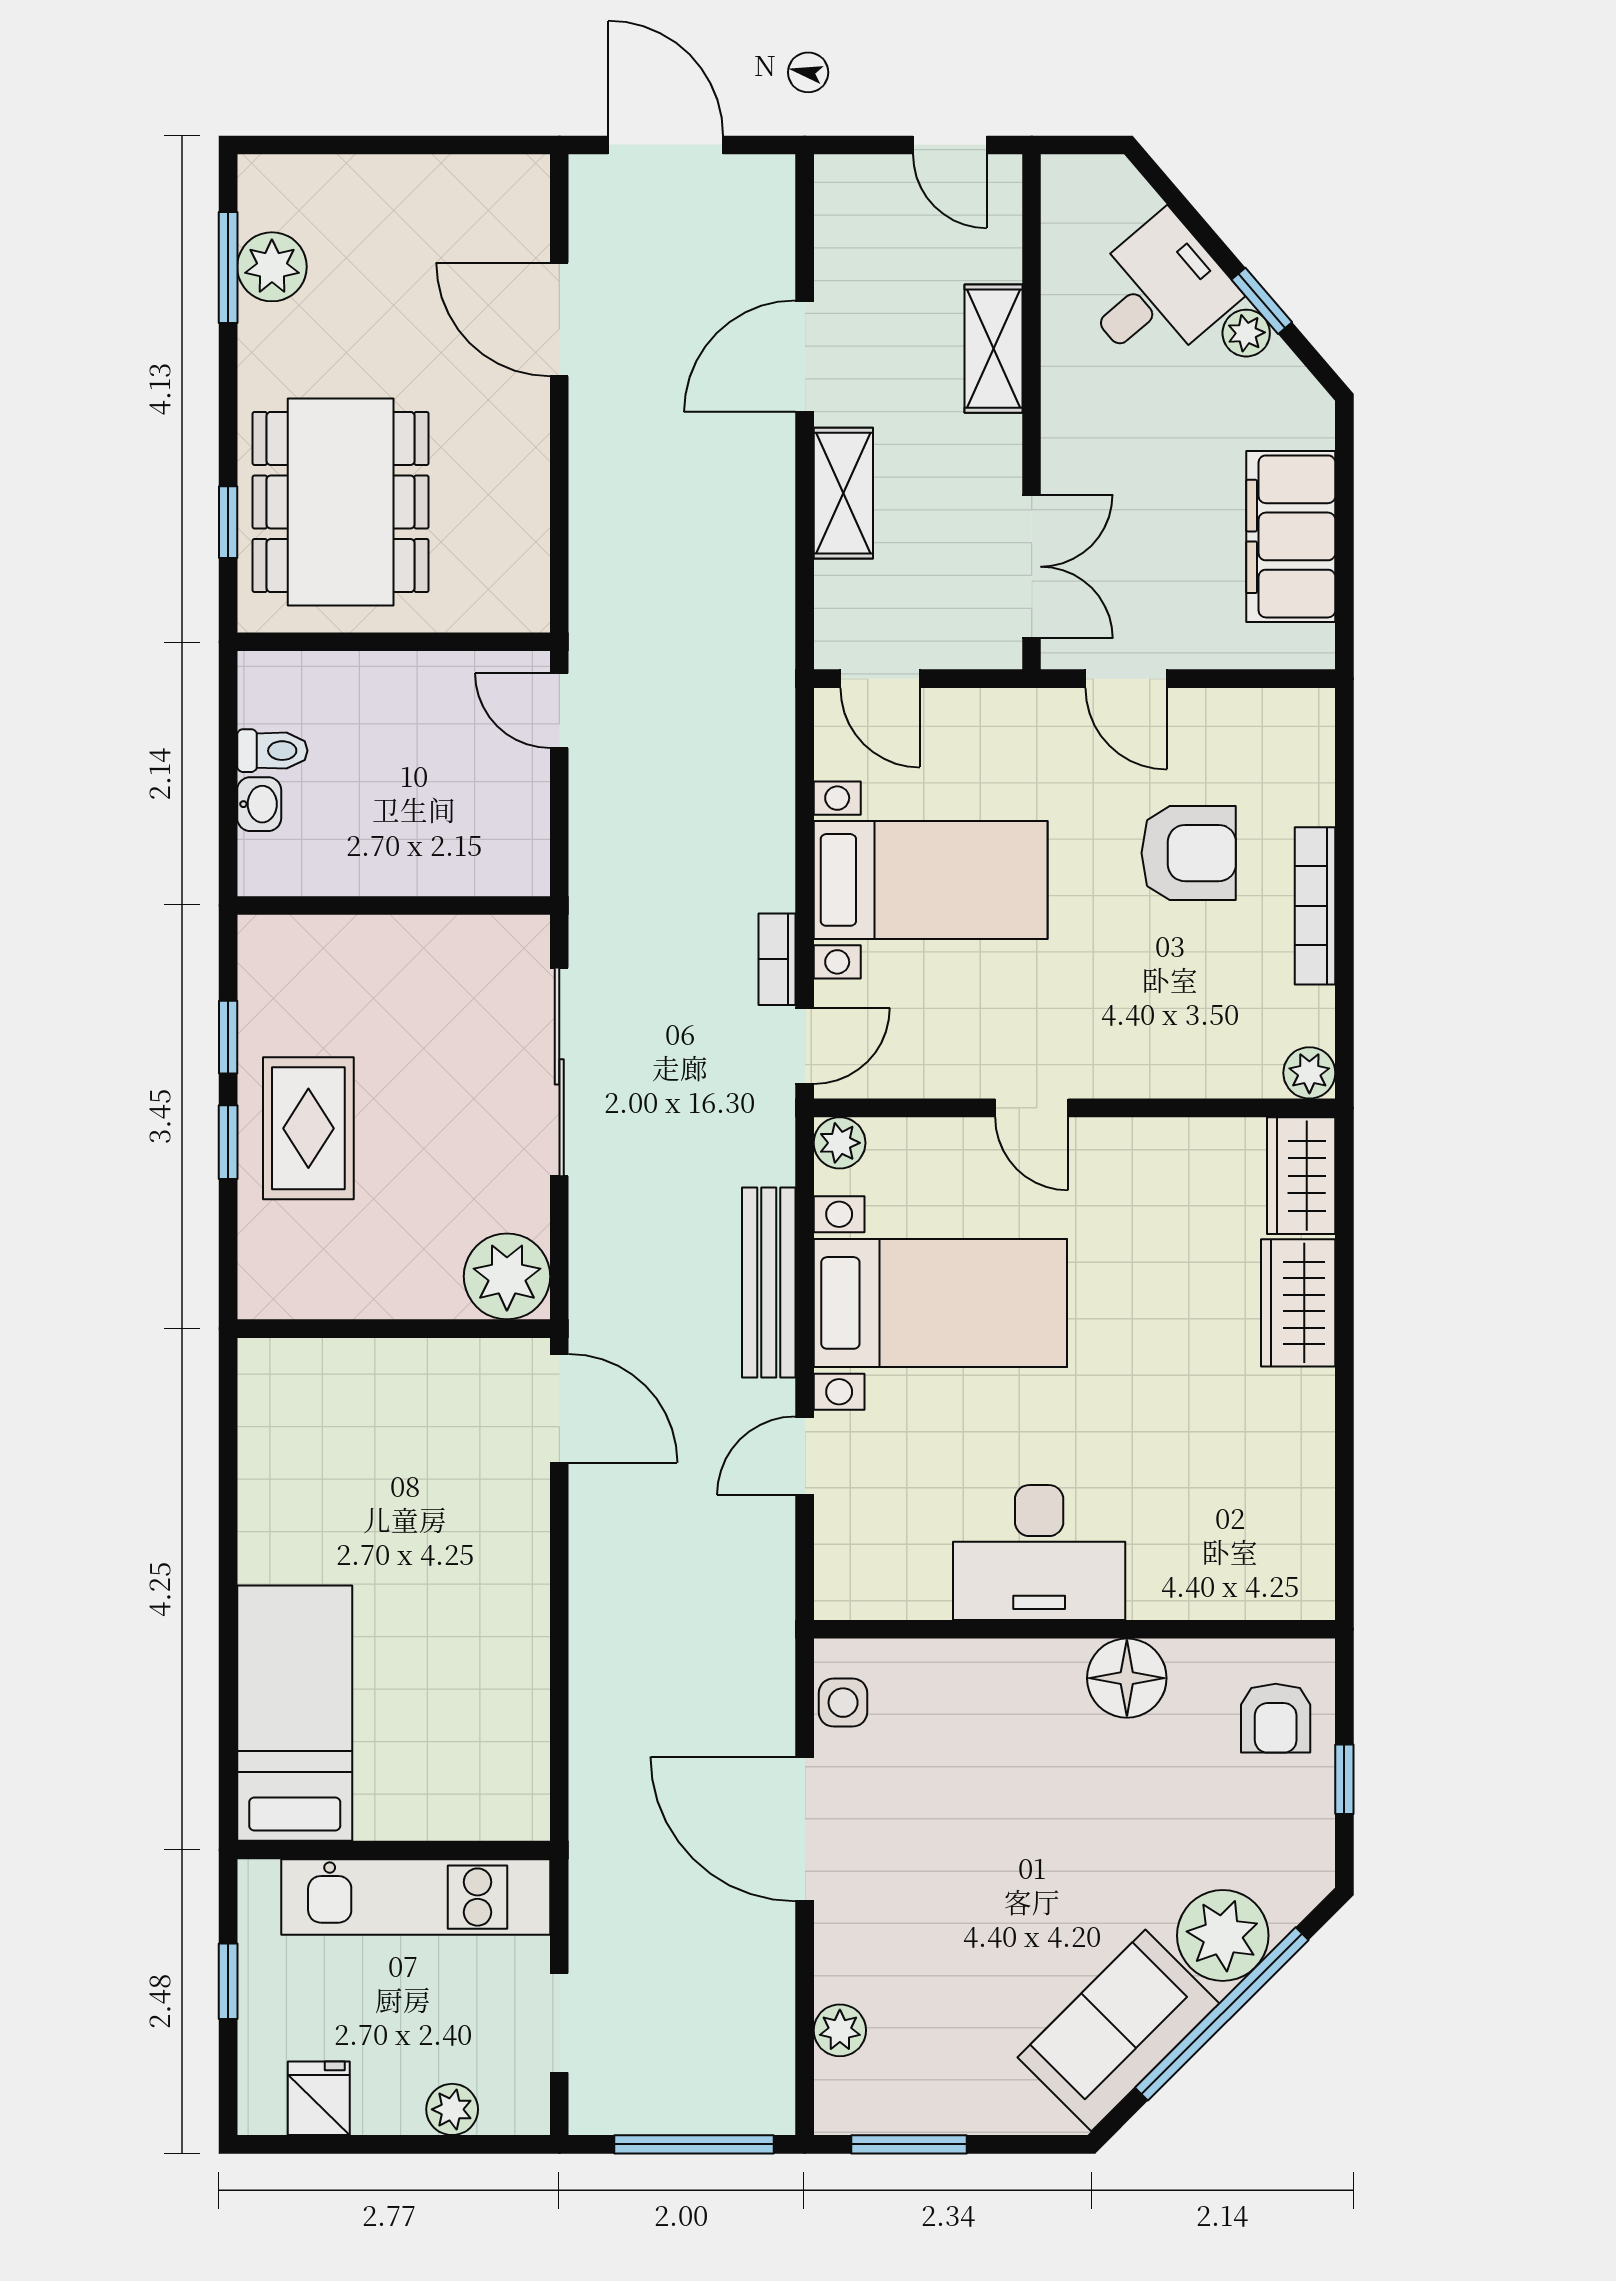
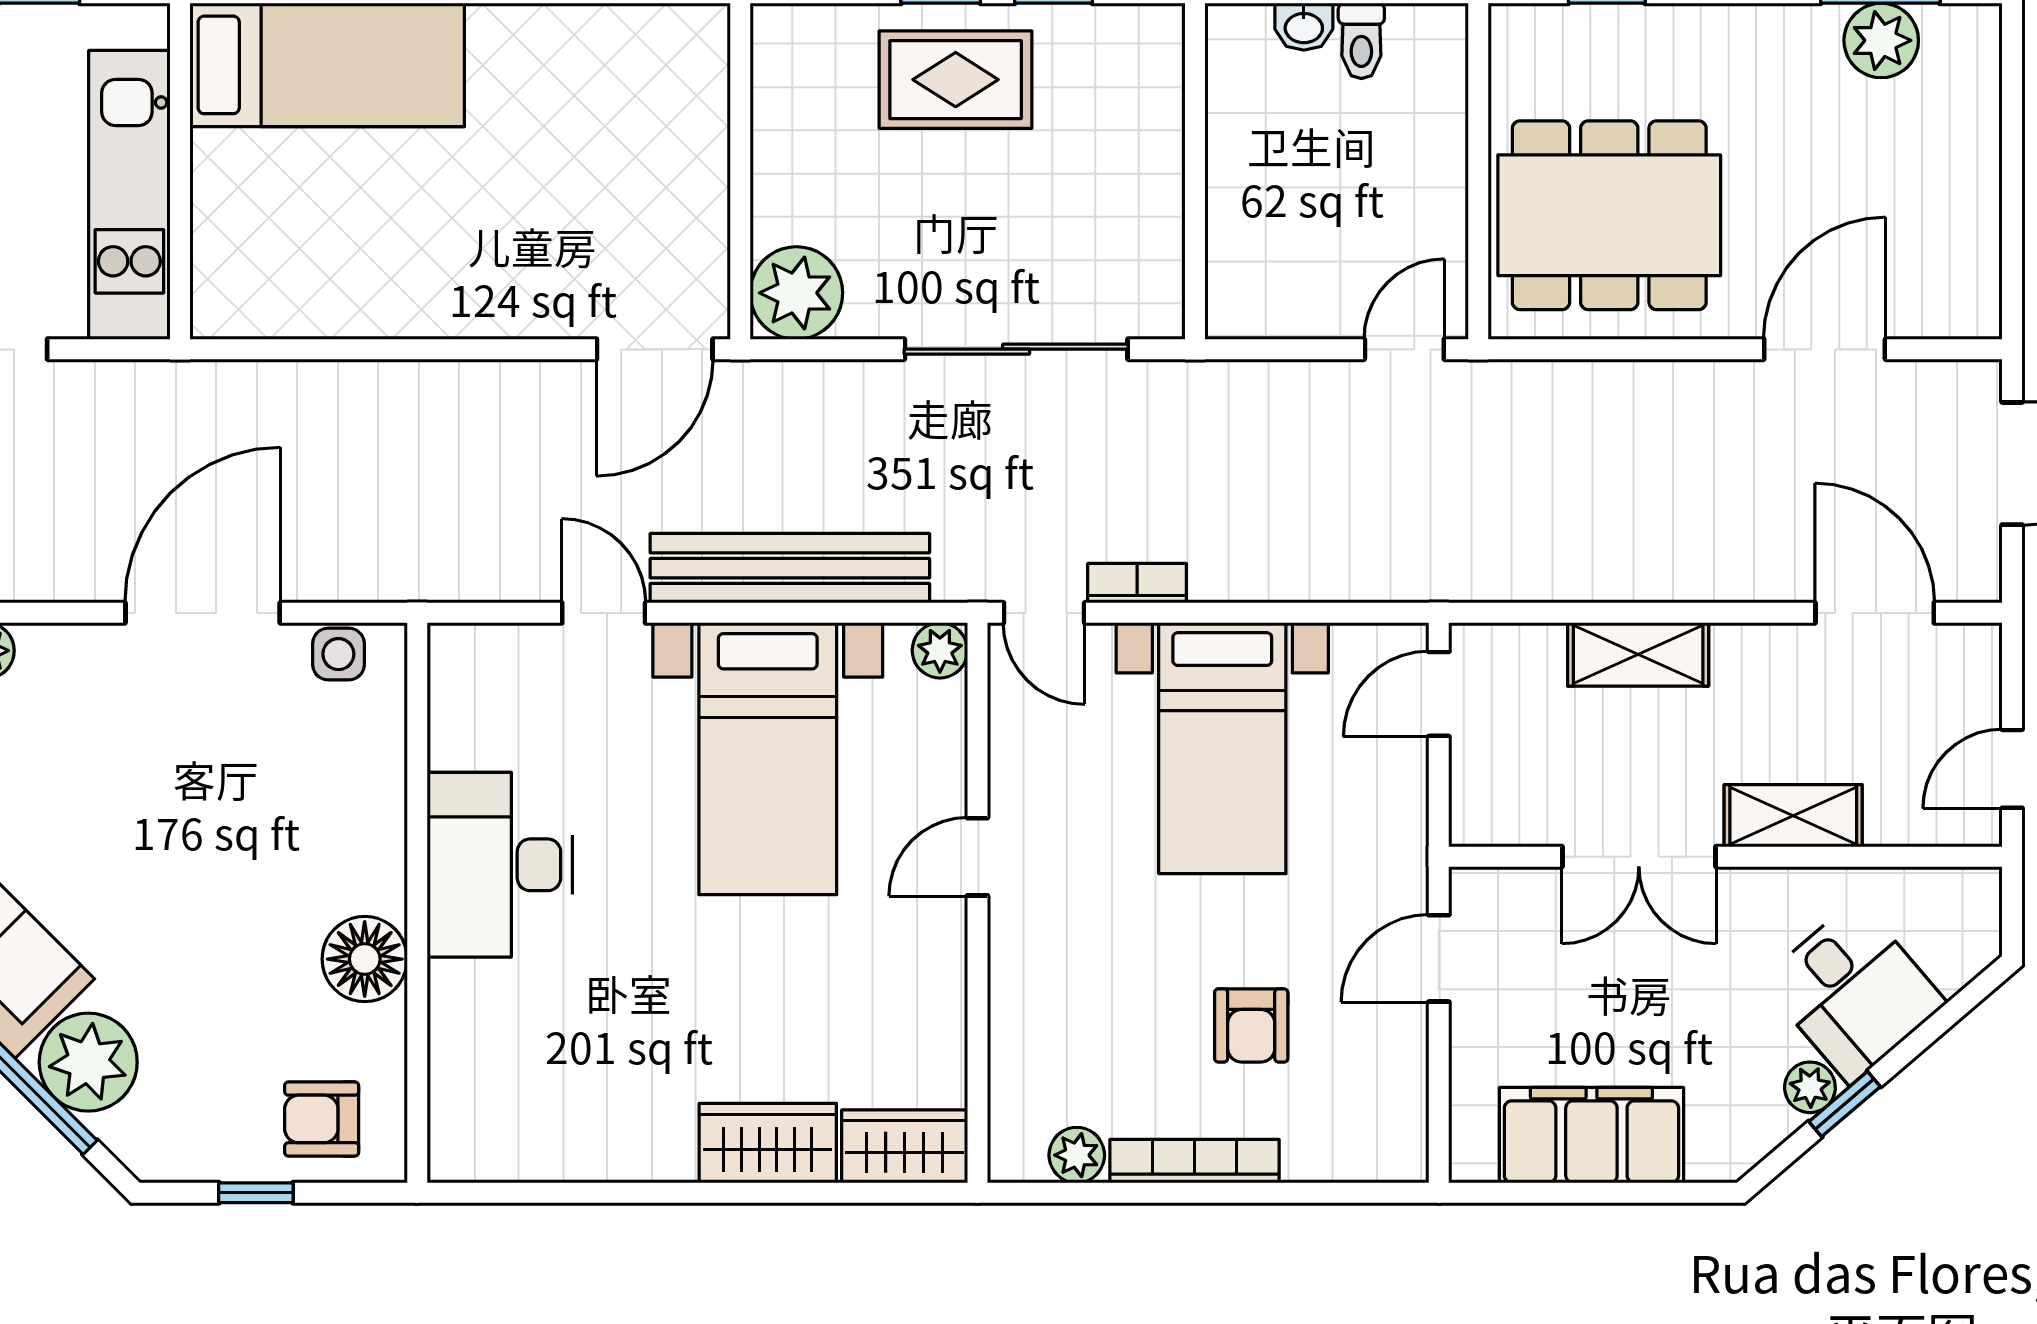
door: (805, 356) -> (1875, 613), moved
dining table: (341, 502) -> (1609, 215), moved
double door: (1032, 567) -> (1639, 857), moved
armchair: (1189, 853) -> (1251, 1025), width x0.72, depth x0.72
plant: (1309, 1073) -> (1077, 1155), moved
bench: (769, 1282) -> (790, 568), width x1.37, depth x1.21

